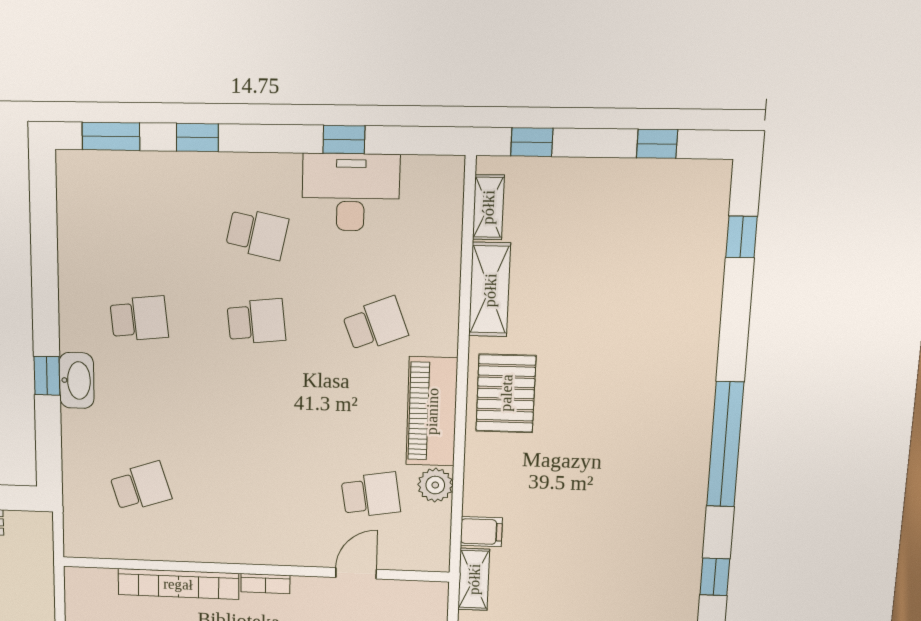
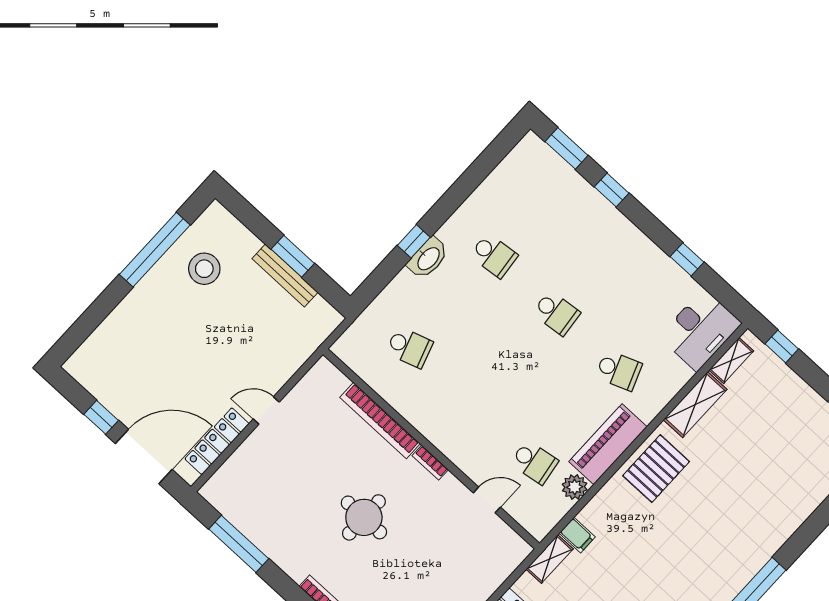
desk: (351, 192) -> (700, 330), moved, turned 90
school desk: (257, 234) -> (598, 267), removed

